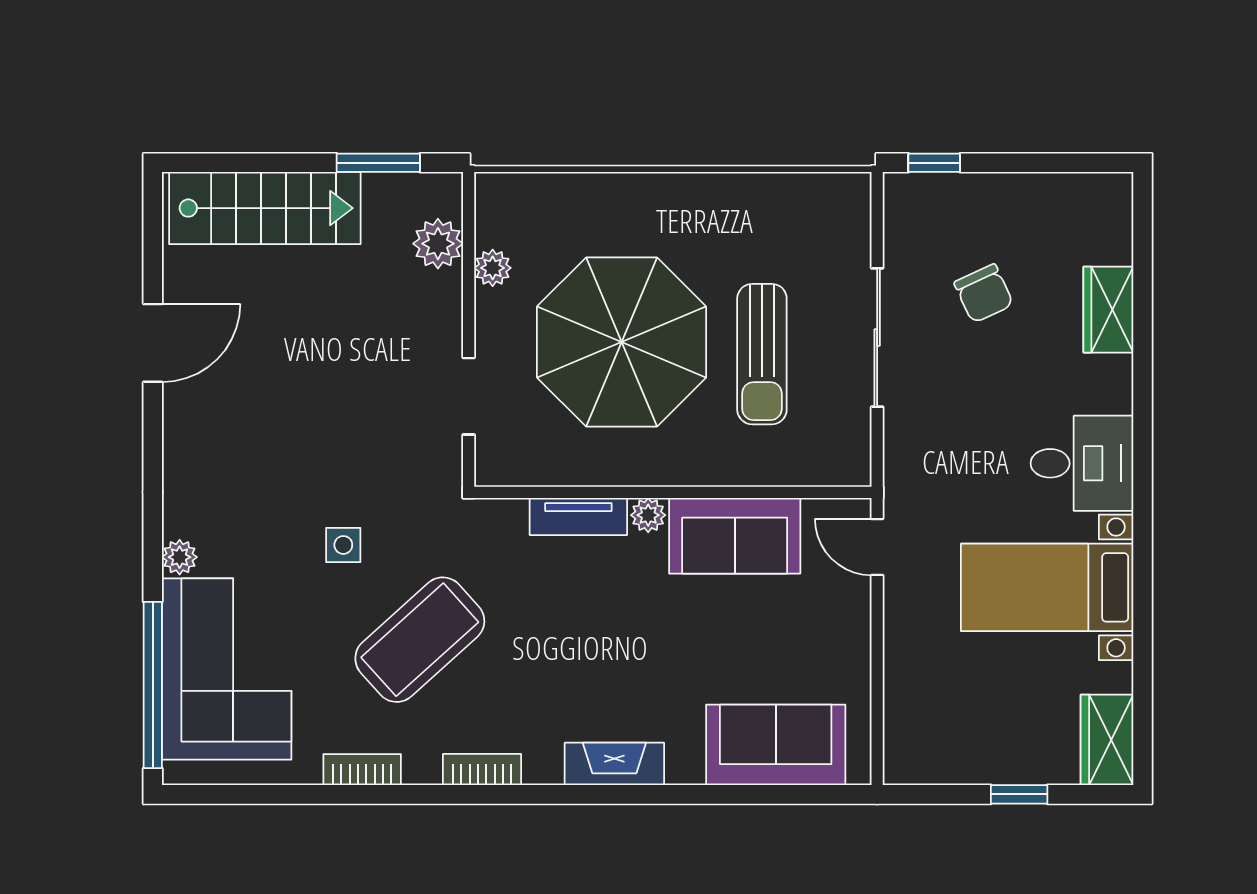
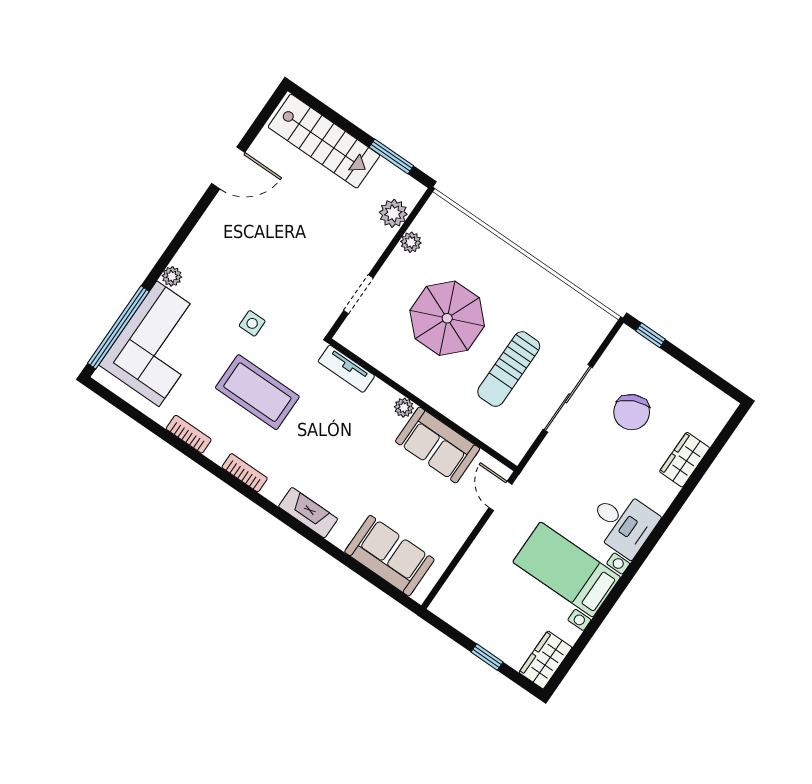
chair: (984, 293) -> (632, 412), width x1.37, depth x1.37
parasol: (622, 342) -> (447, 318), width x0.73, depth x0.73
tv unit: (578, 516) -> (346, 369), moved
coffee table: (420, 640) -> (257, 392), turned 42

